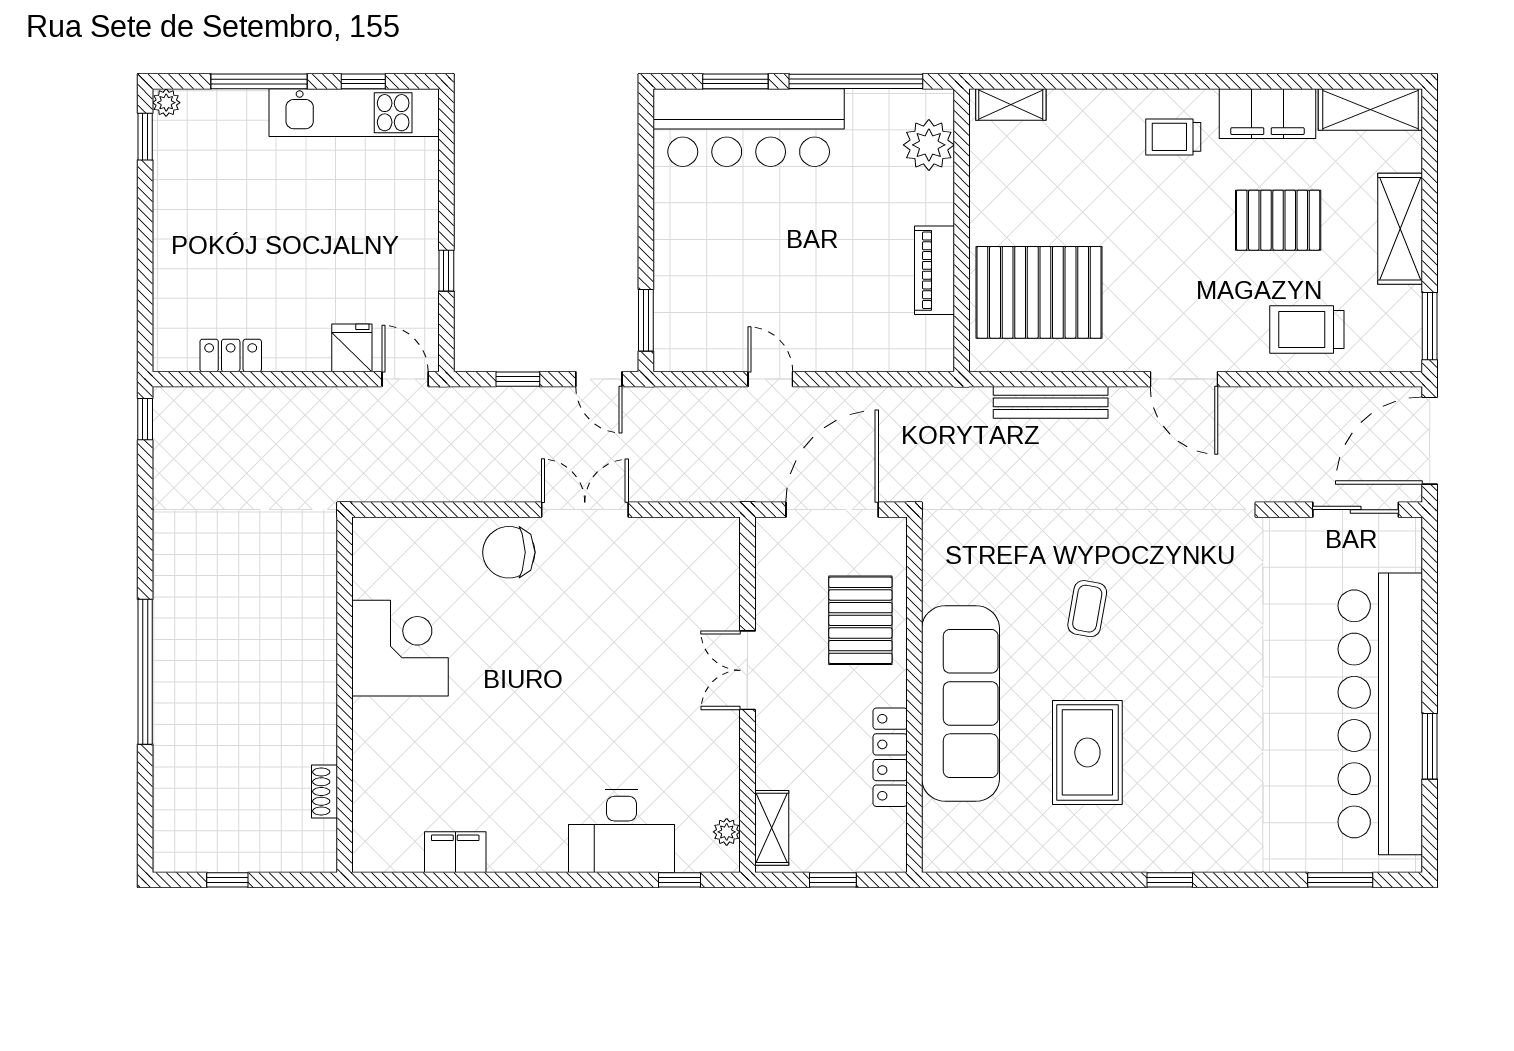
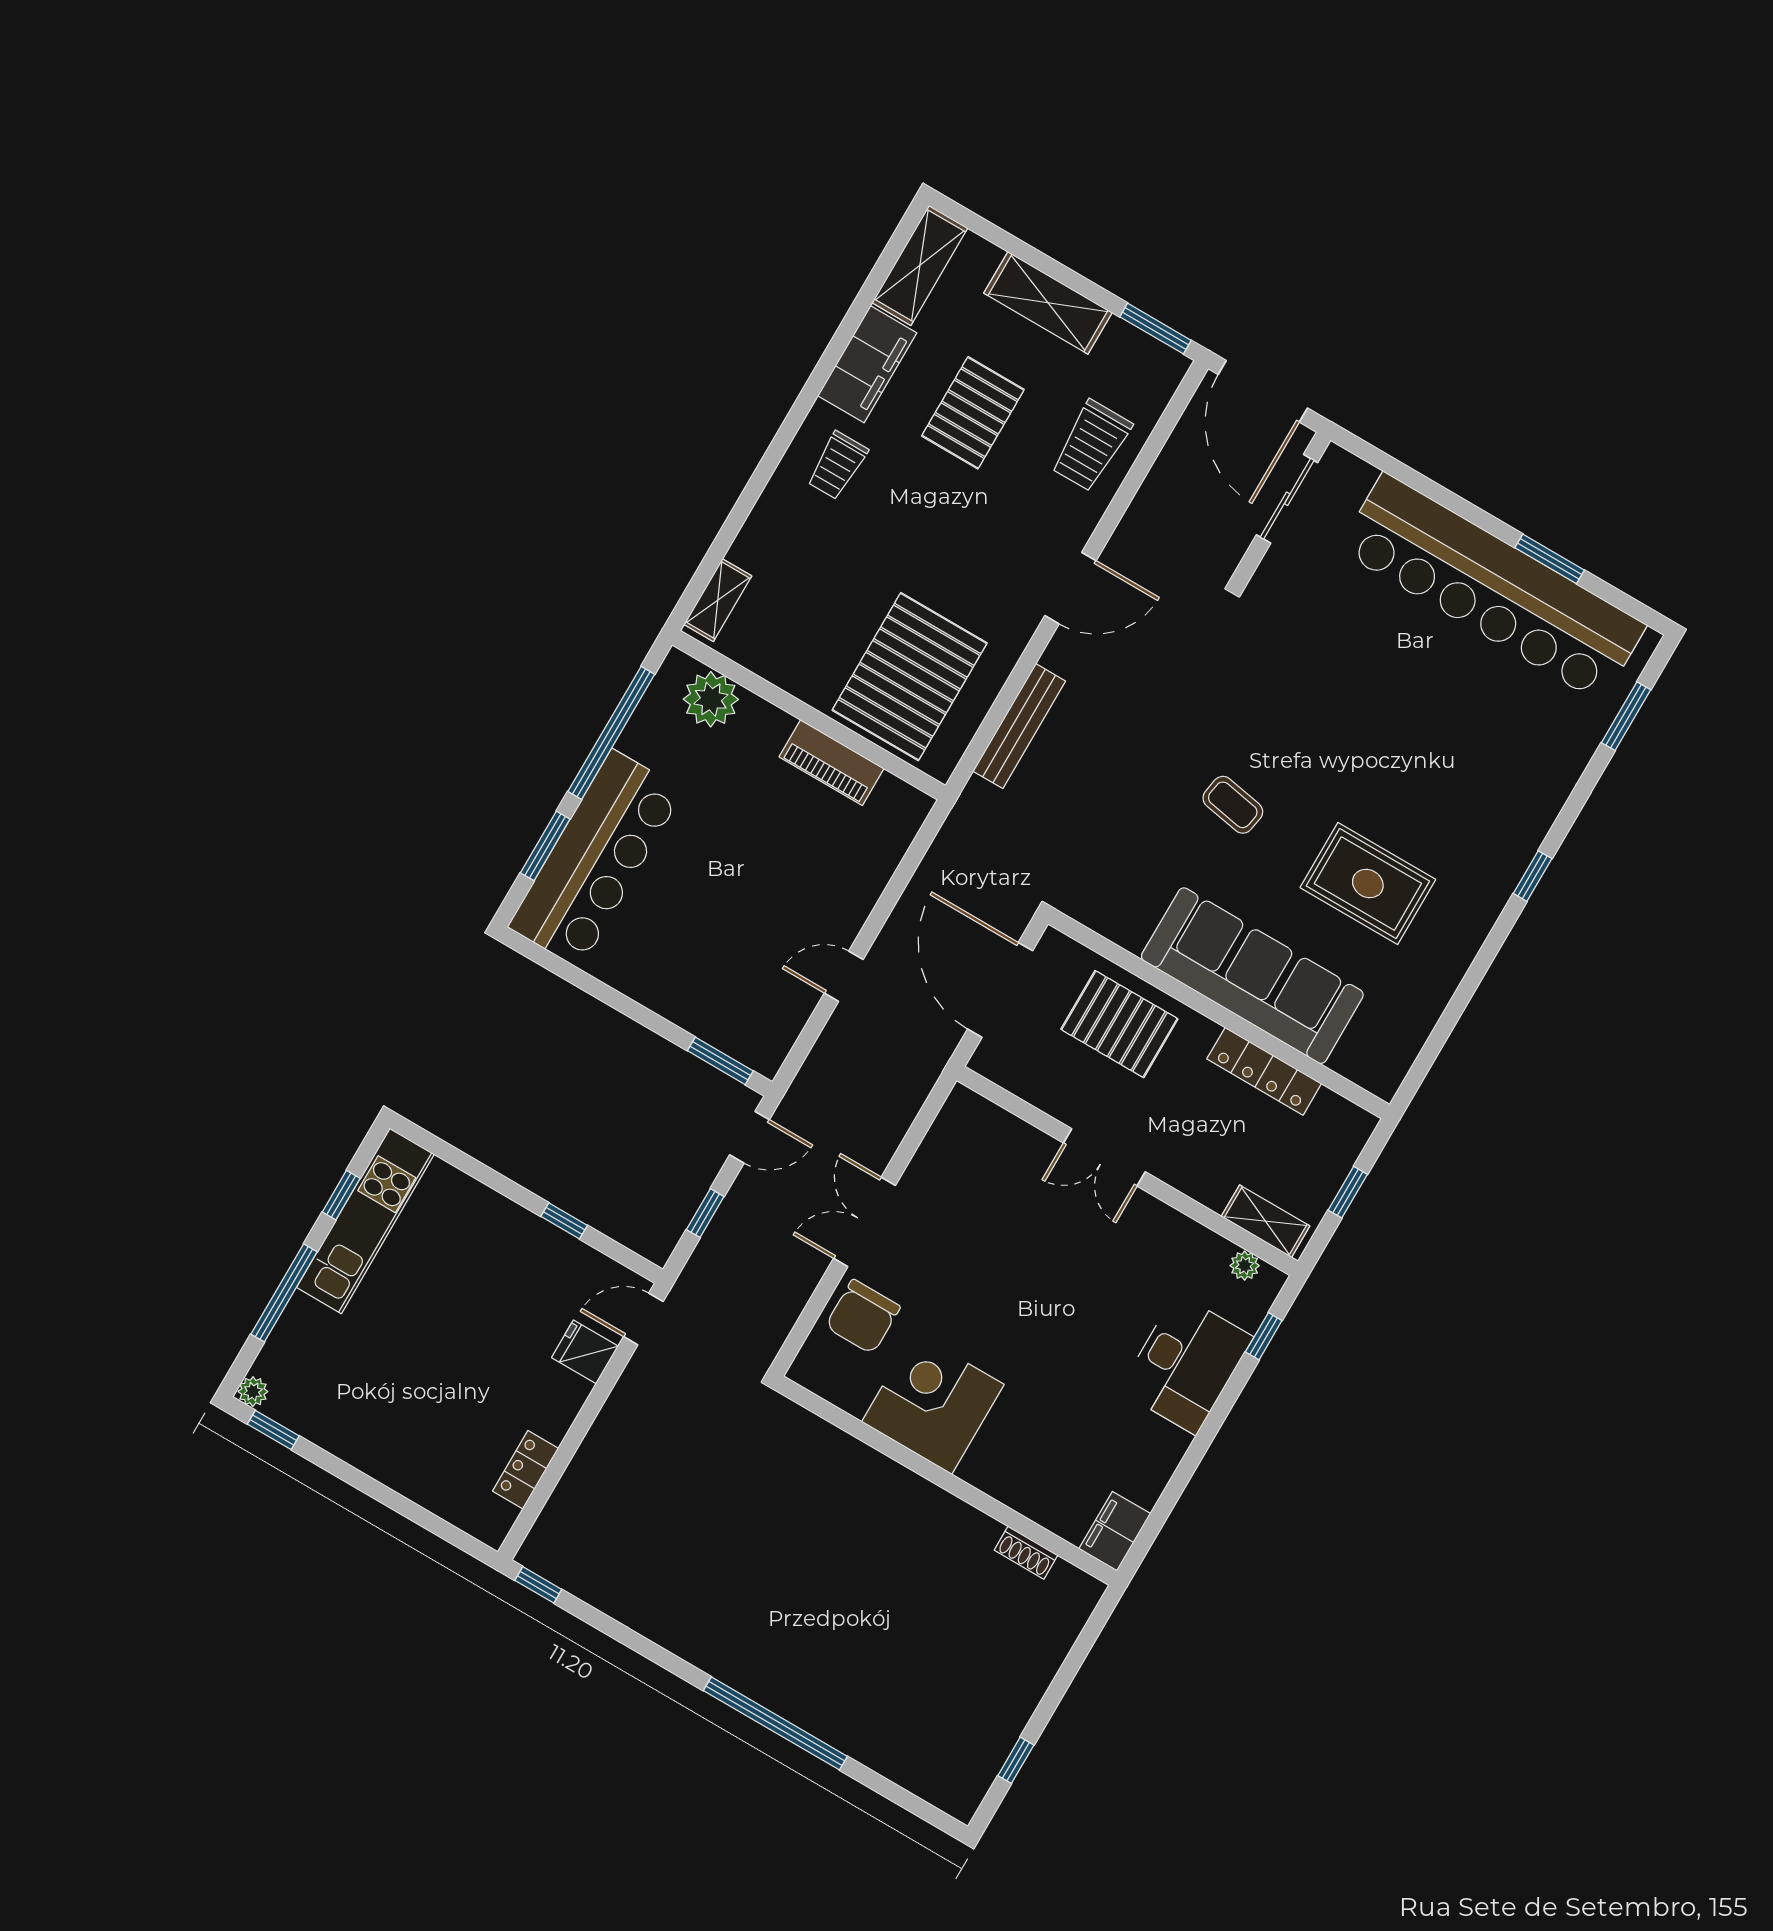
corner desk: (400, 648) -> (933, 1403), moved
wall: (345, 695) -> (946, 1481), moved
shoe rack: (325, 791) -> (1026, 1553), moved

